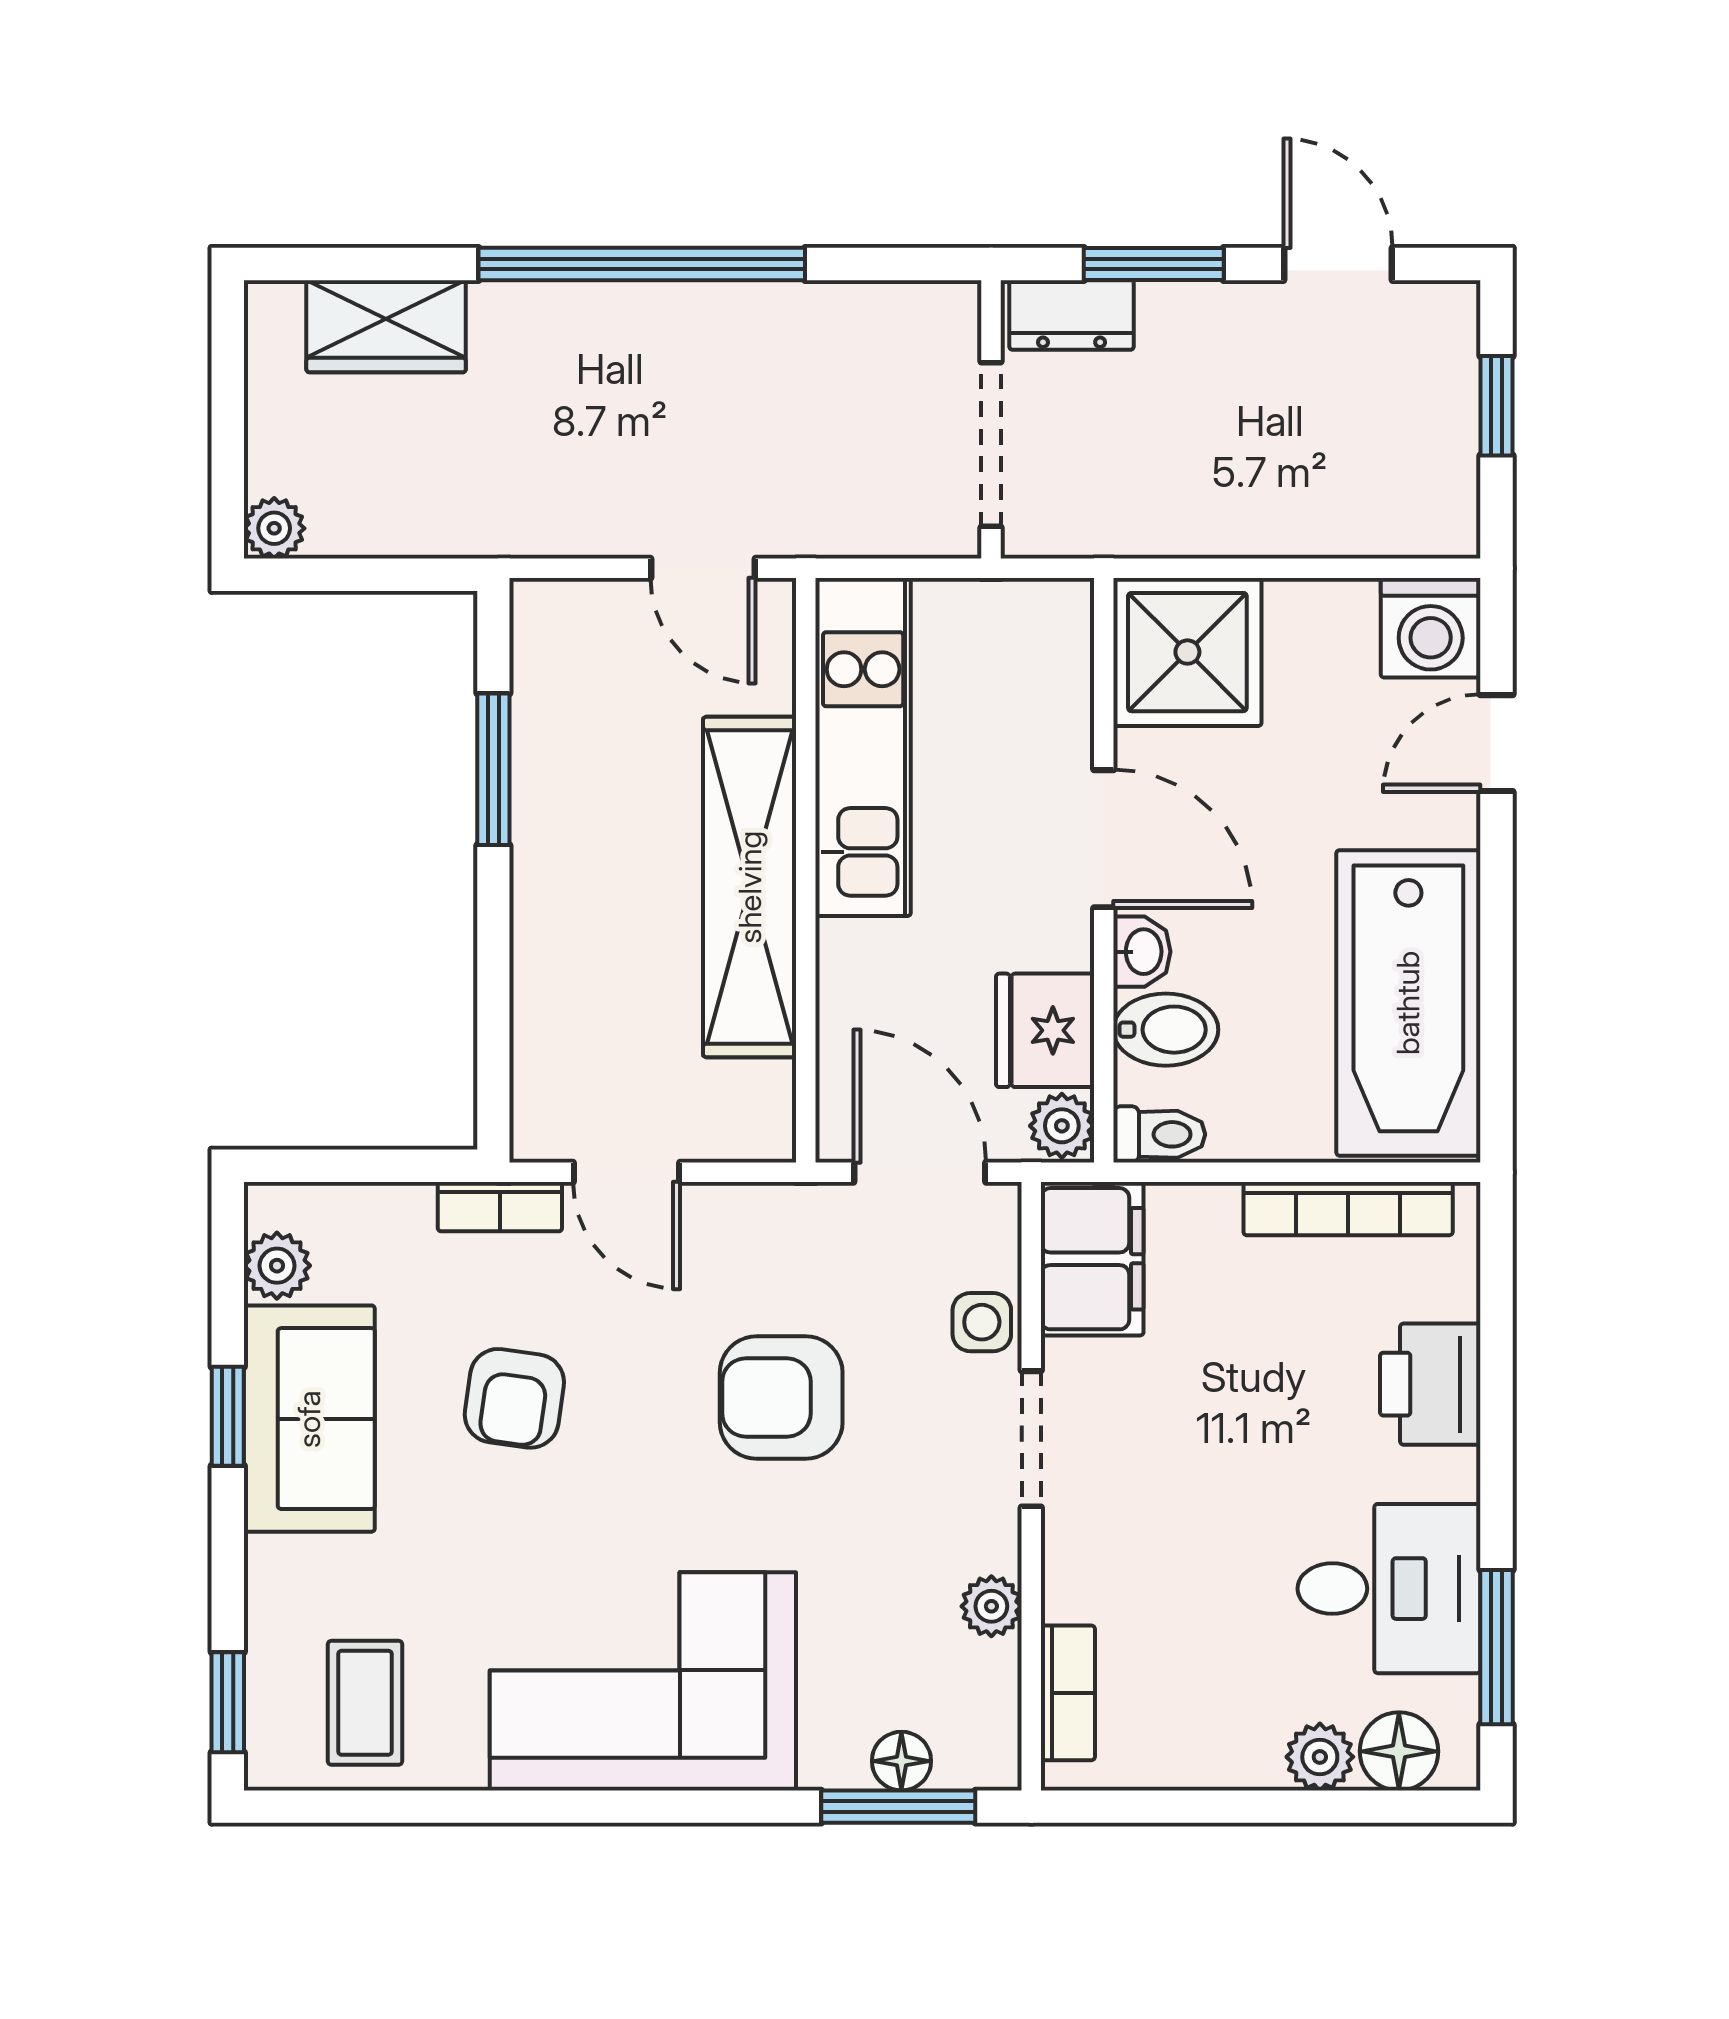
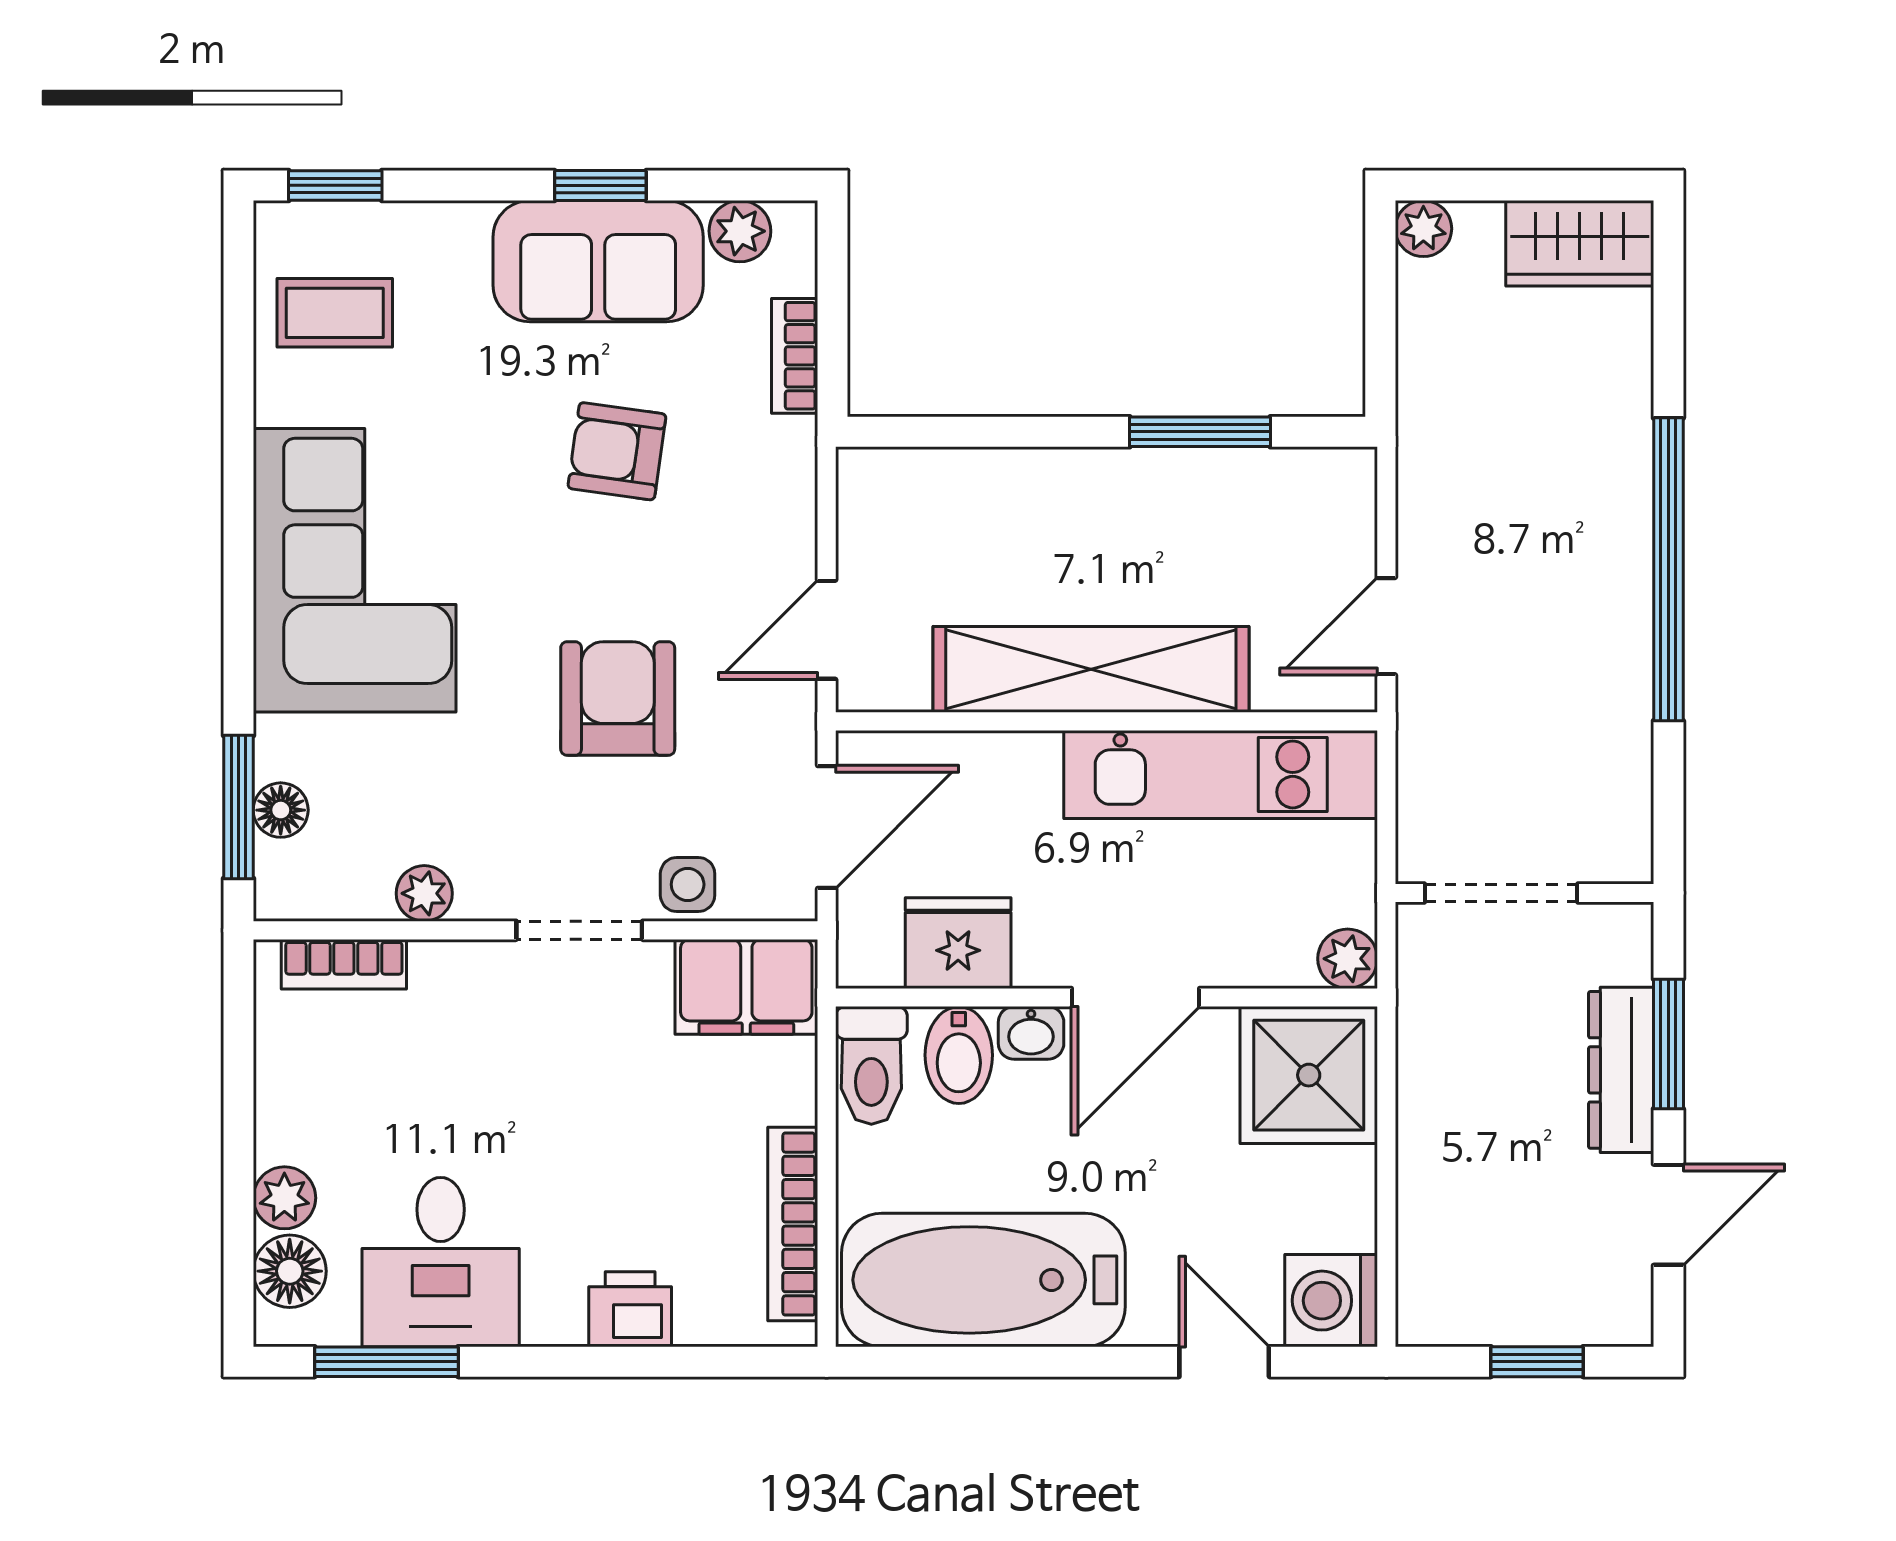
dresser: (1072, 315) -> (1621, 1070), moved, width x1.44
wardrobe: (386, 326) -> (1580, 243), moved, turned -90
plant: (1062, 1126) -> (1348, 959), moved
toilet: (1159, 1134) -> (871, 1065), width x1.37, depth x1.39
door: (627, 1172) -> (827, 630), moved
bookcase: (500, 1207) -> (795, 356), moved
printer: (1430, 1384) -> (630, 1309), width x0.73, depth x0.81

